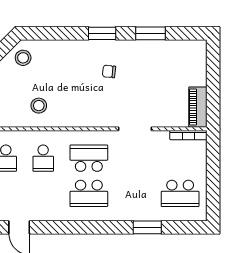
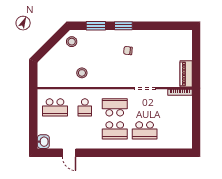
window: (151, 33) -> (96, 26), moved
school desk: (180, 193) -> (145, 130), moved
window: (147, 227) -> (153, 153), removed

